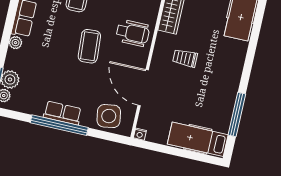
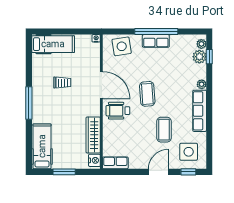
trolley: (185, 58) -> (62, 83), moved
door: (143, 88) -> (101, 85), moved
window: (237, 115) -> (29, 103), moved

